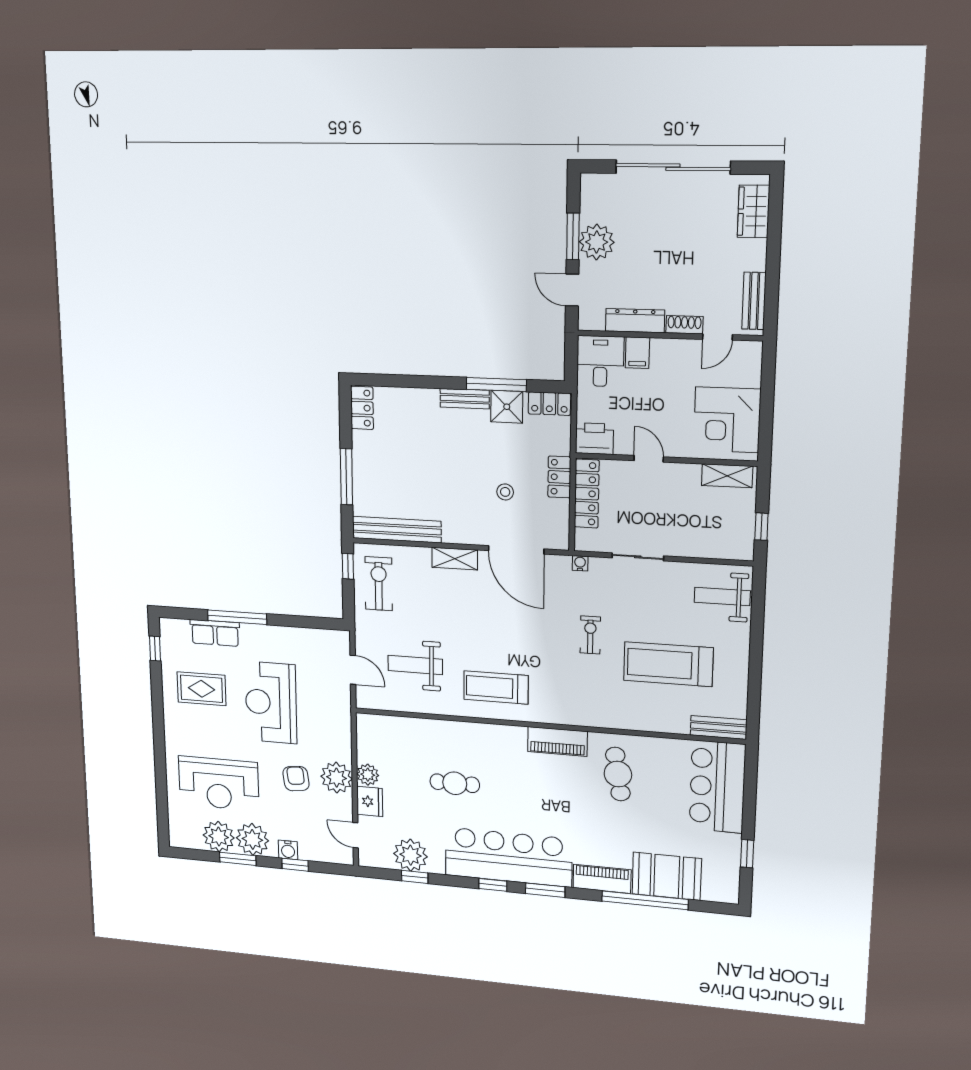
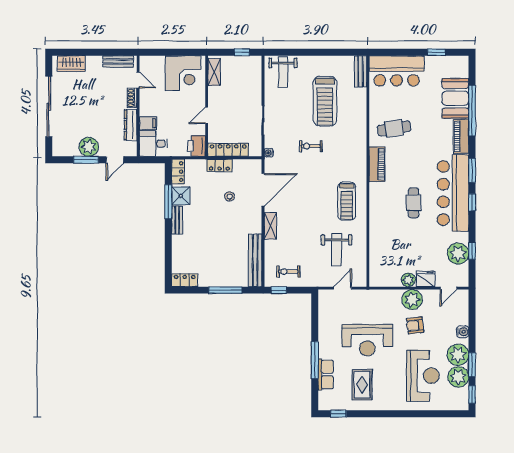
exercise bike: (379, 584) -> (288, 272), width x0.73, depth x0.72
cafe table: (455, 783) -> (413, 203), moved
window: (295, 865) -> (472, 395), moved

